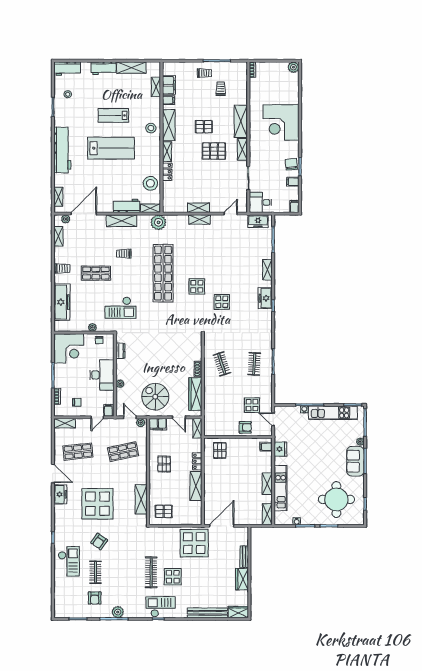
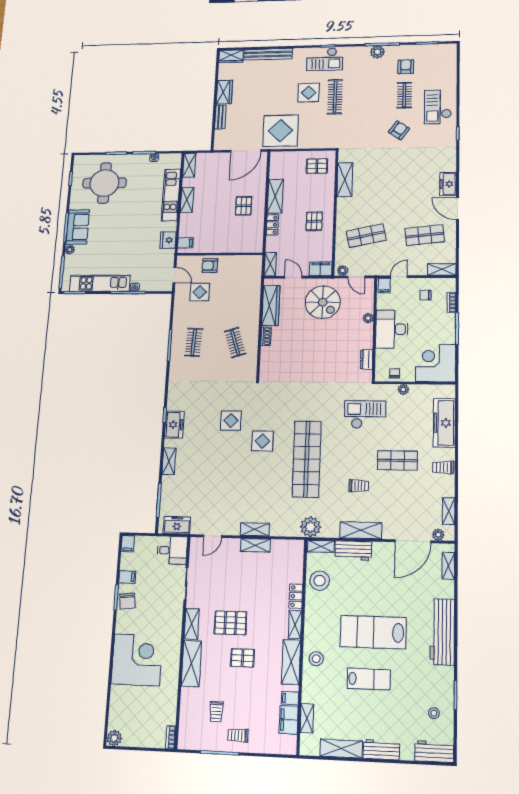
pallet: (220, 450) -> (244, 206), moved
display table: (97, 504) -> (400, 174), removed

